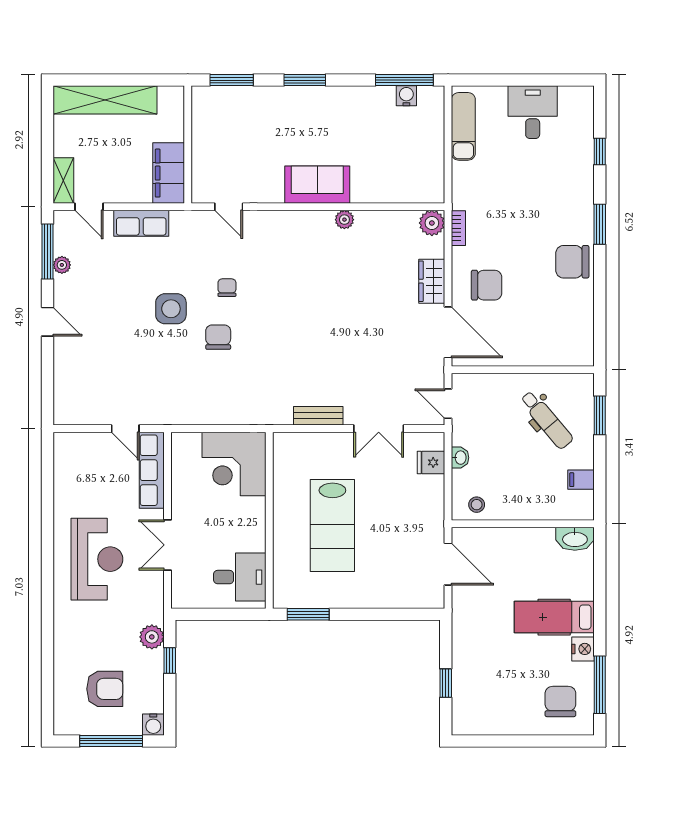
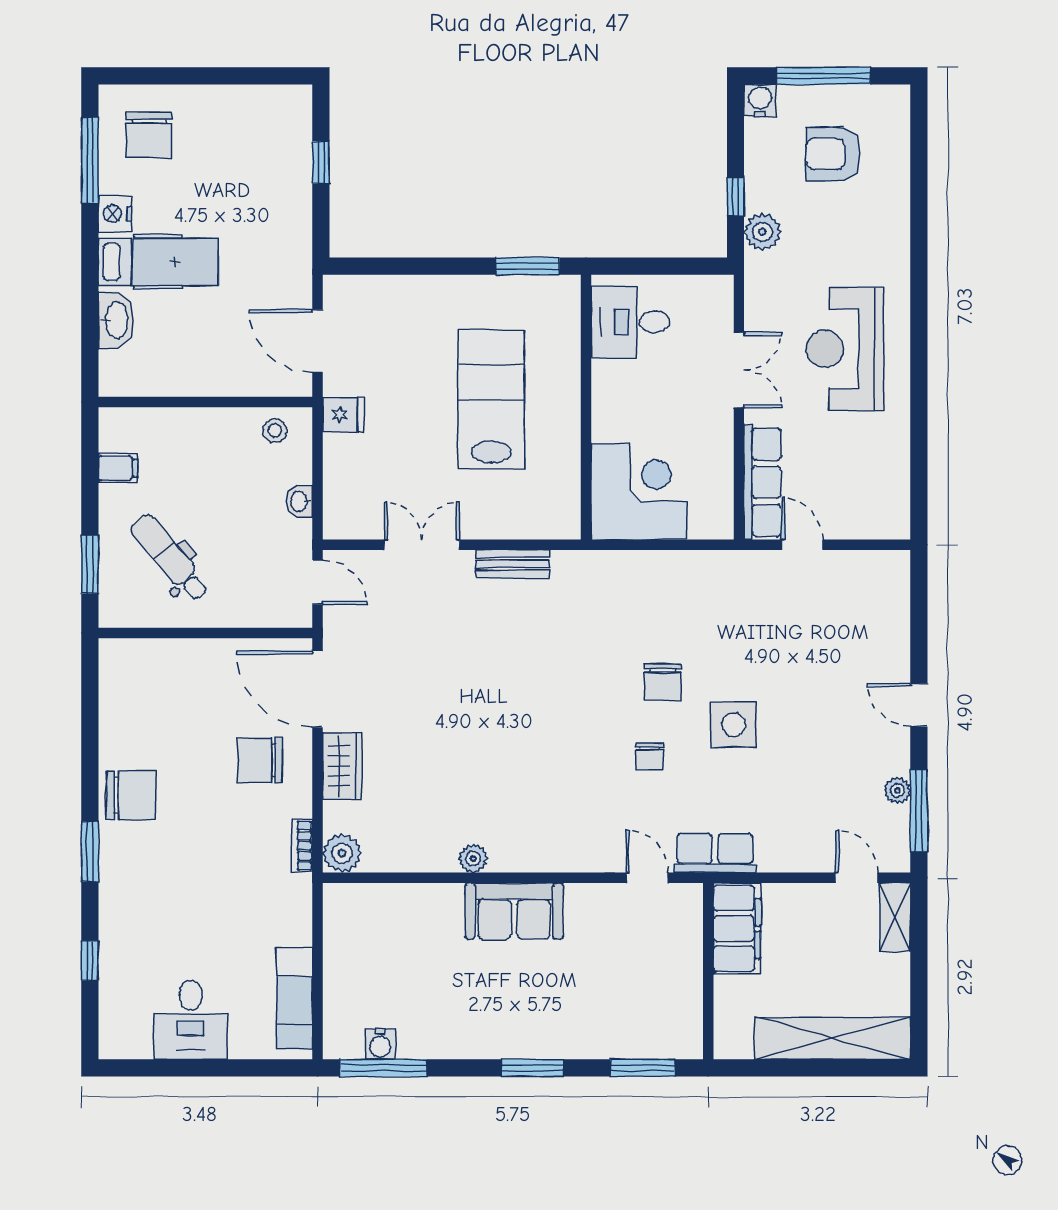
row of seats: (141, 223) -> (715, 853), moved
fridge: (431, 462) -> (343, 415), moved
washbasin: (575, 539) -> (116, 320), moved, turned 90

